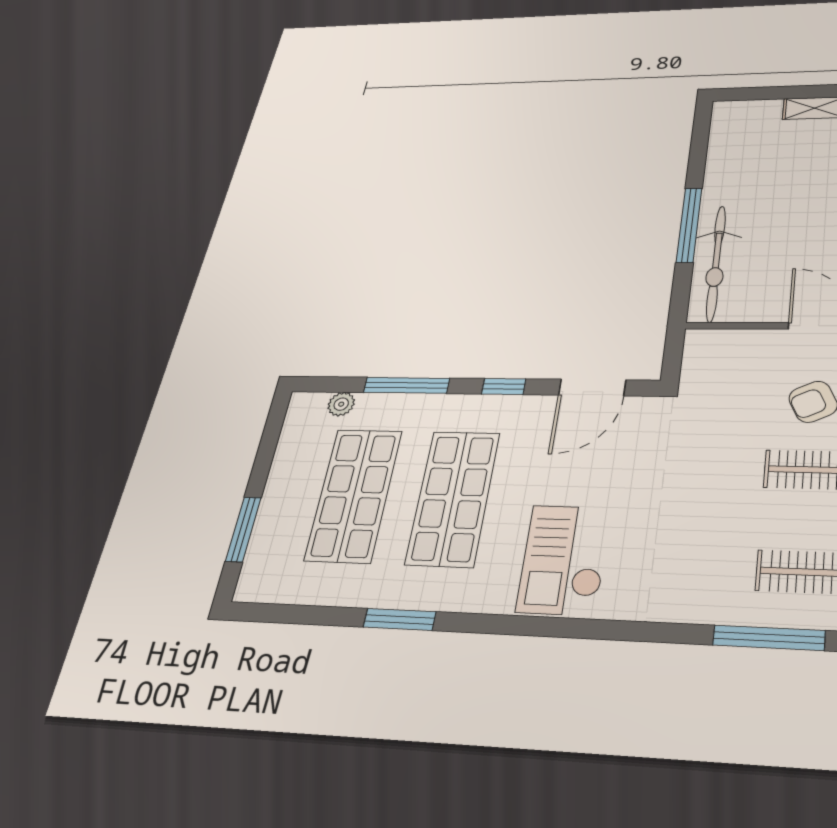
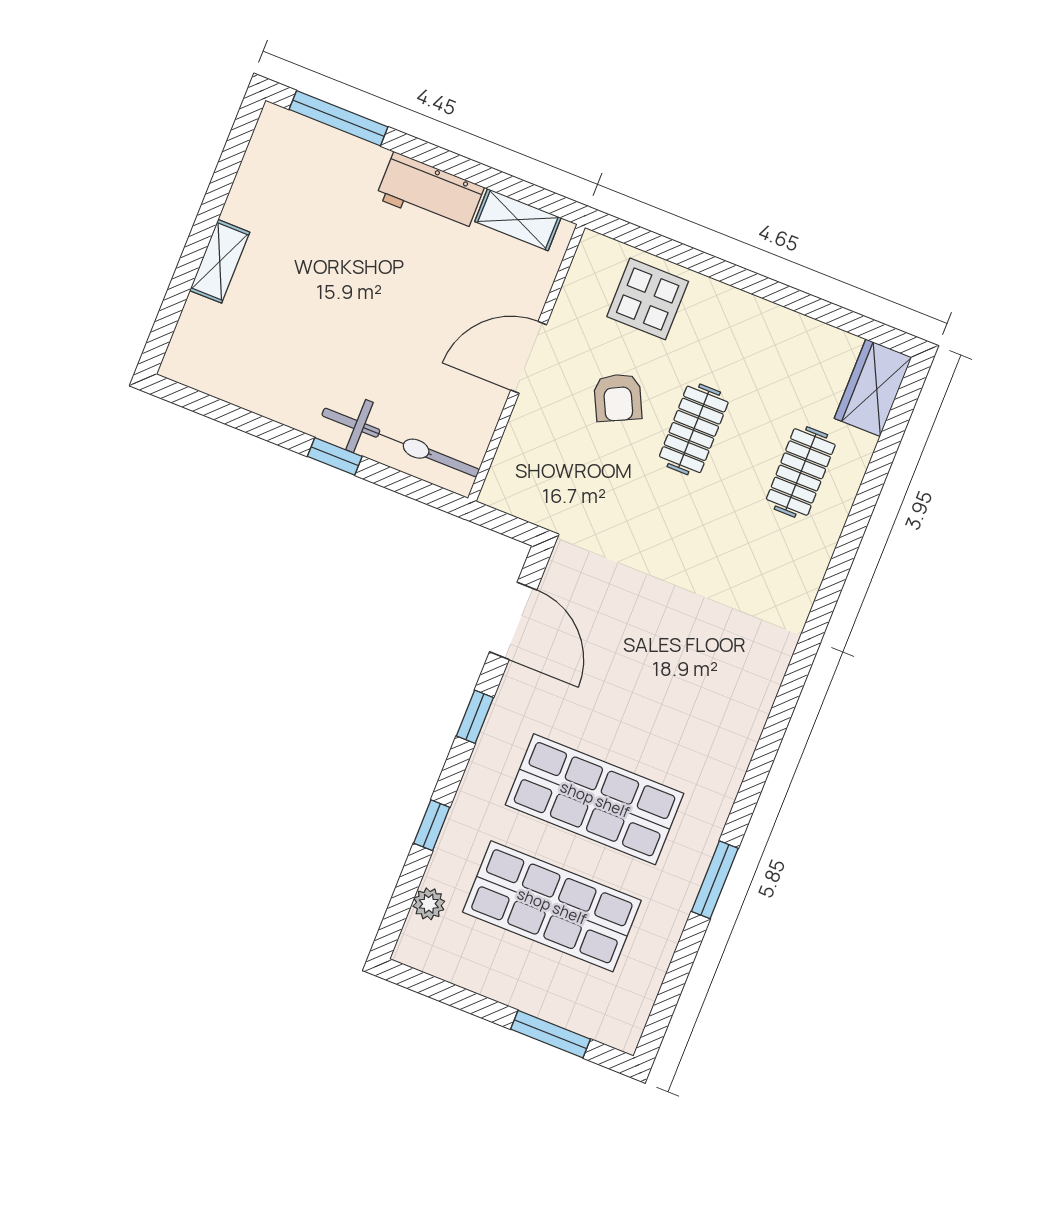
window: (689, 225) -> (335, 456), width x0.46
window: (406, 385) -> (432, 825), width x0.46
checkout: (564, 559) -> (707, 699), removed
window: (769, 638) -> (857, 524), removed

